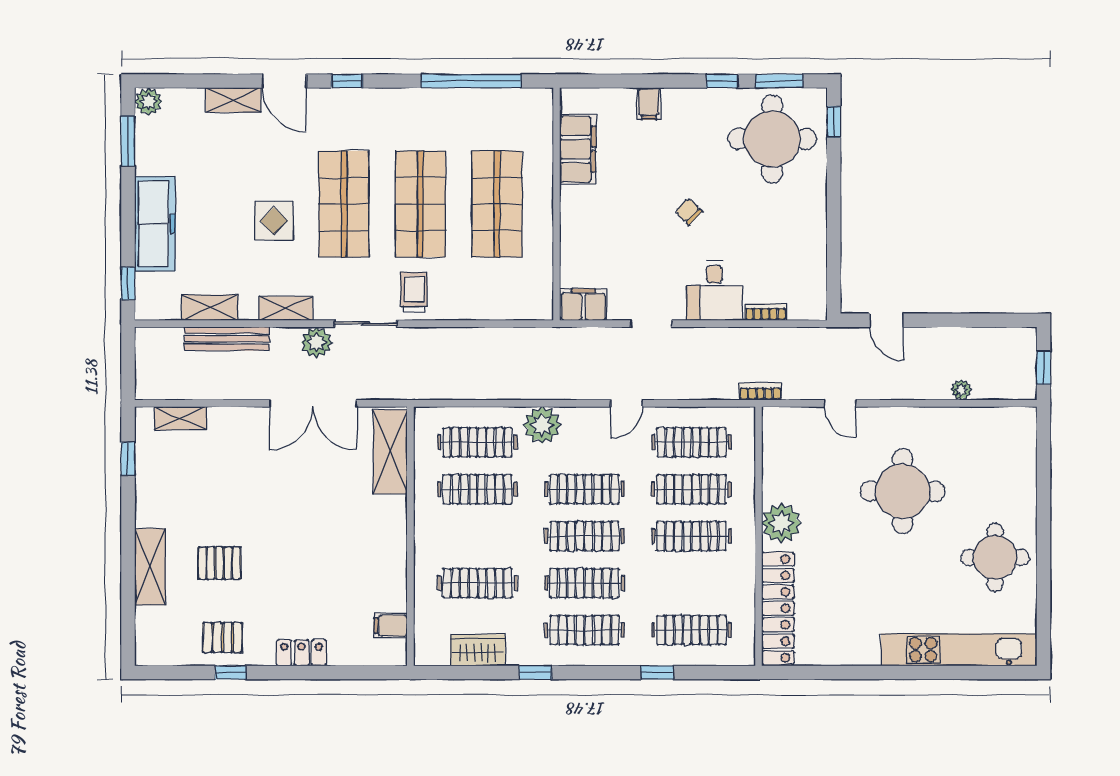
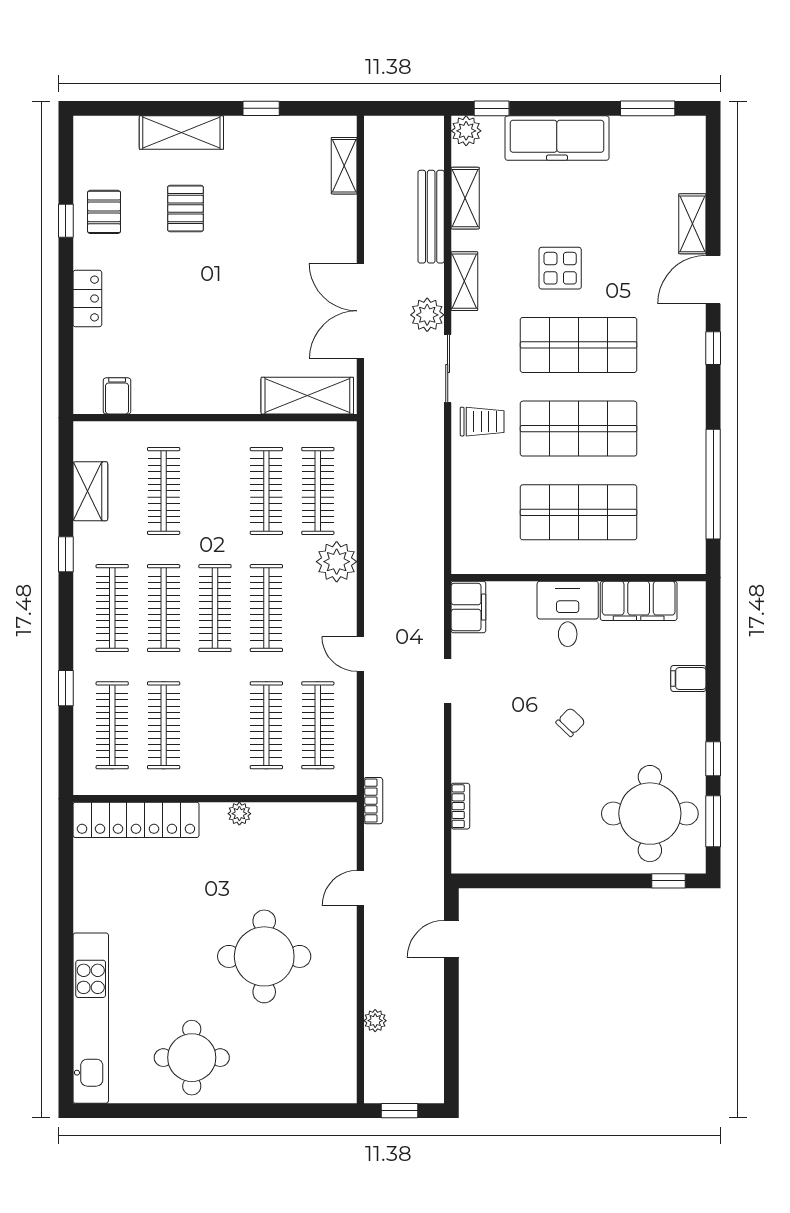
plant: (148, 101) -> (466, 131), moved
desk: (714, 290) -> (568, 614), moved, turned 90
window: (128, 459) -> (261, 108), moved
plant: (781, 523) -> (239, 814), width x0.53, depth x0.53
clothes rail: (691, 536) -> (164, 725), moved

